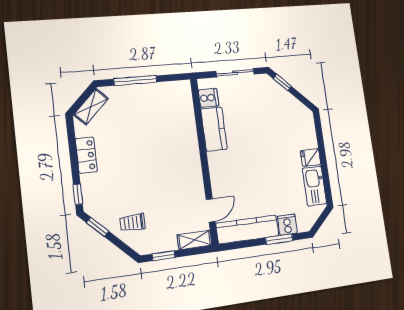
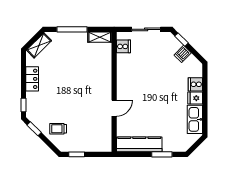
dishwasher: (286, 101) -> (183, 54), added
kitchen counter: (214, 129) -> (124, 70), removed
door: (211, 210) -> (114, 108), moved
cooker: (287, 225) -> (195, 84), moved, turned -90
shelving: (195, 240) -> (100, 37), moved

